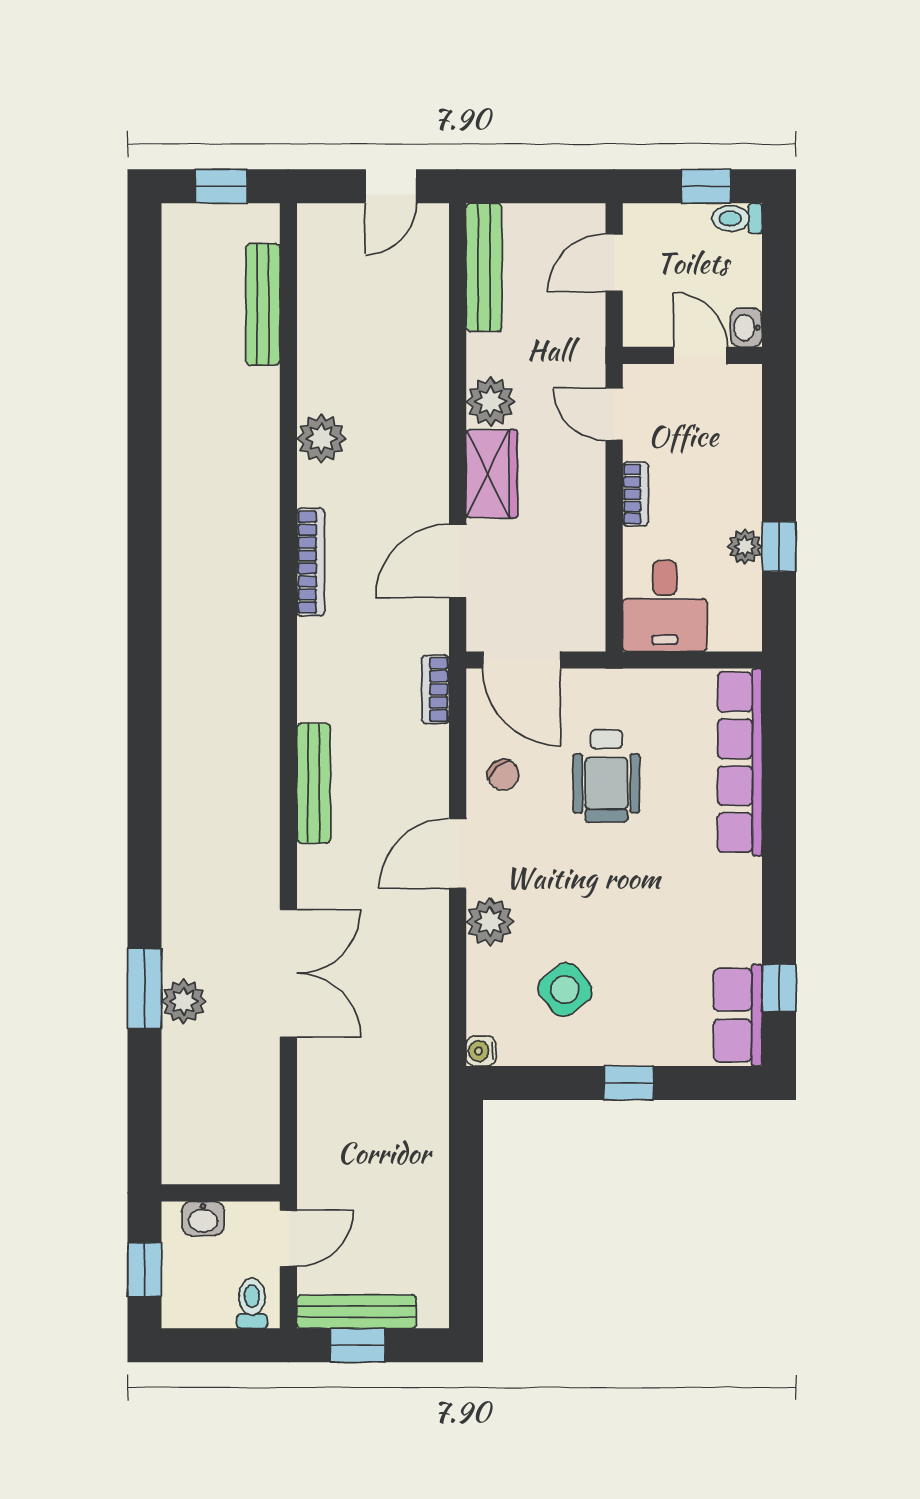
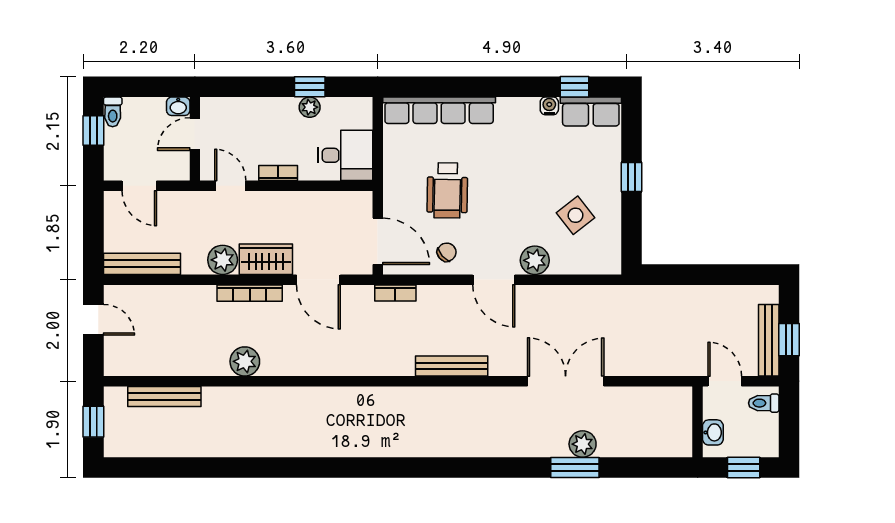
door: (614, 414) -> (230, 186), swing flipped
bookcase: (311, 562) -> (250, 293), moved, turned 180
door: (522, 660) -> (378, 241), hinge flipped
wheelchair: (606, 776) -> (447, 190), turned 91
water cooler: (481, 1051) -> (549, 106), moved, turned 180

